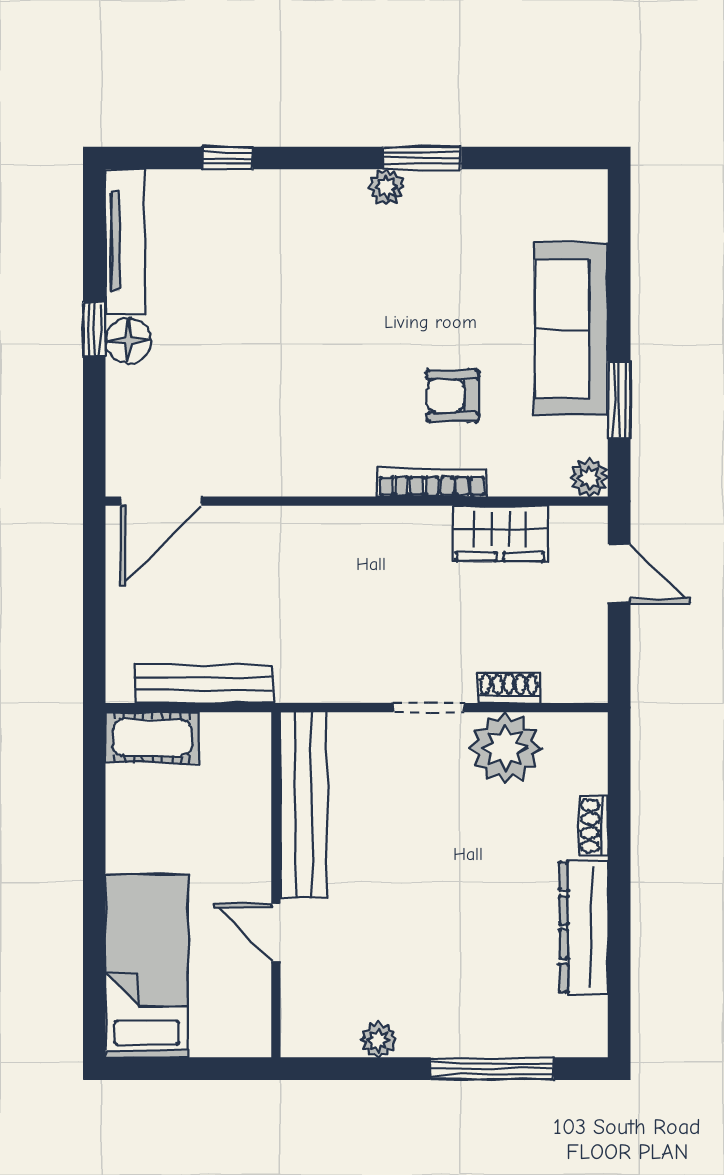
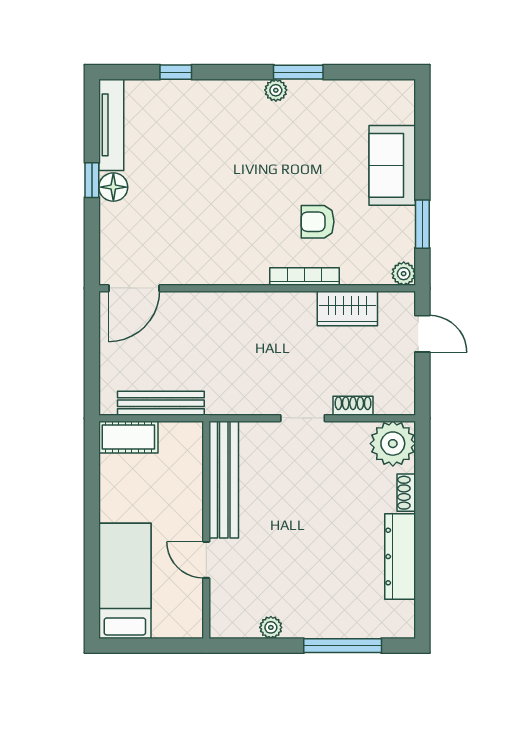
sofa: (571, 329) -> (392, 165), width x0.73
plant: (505, 748) -> (393, 444), moved

